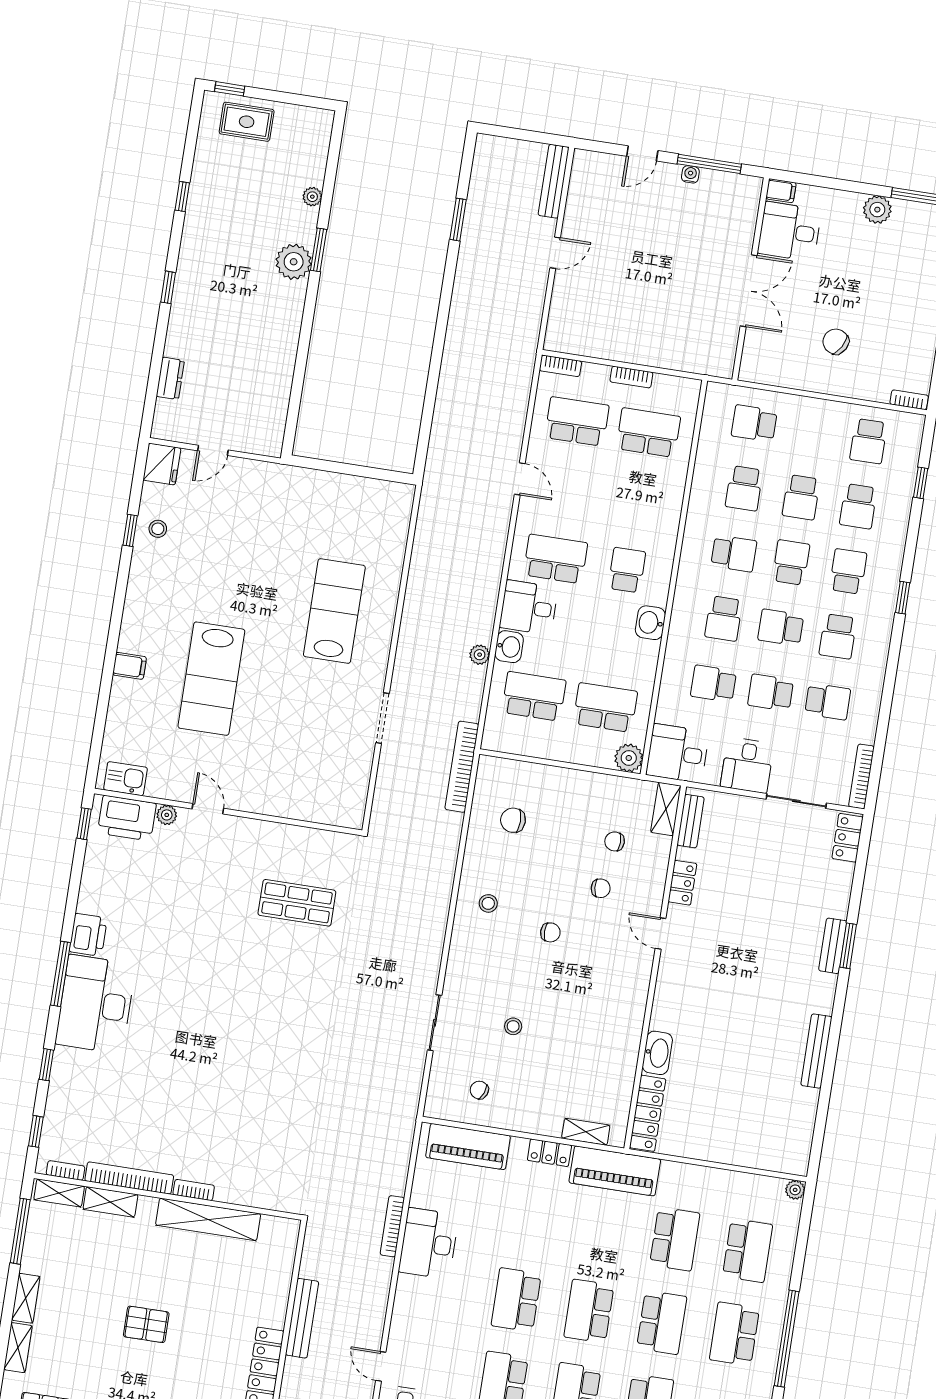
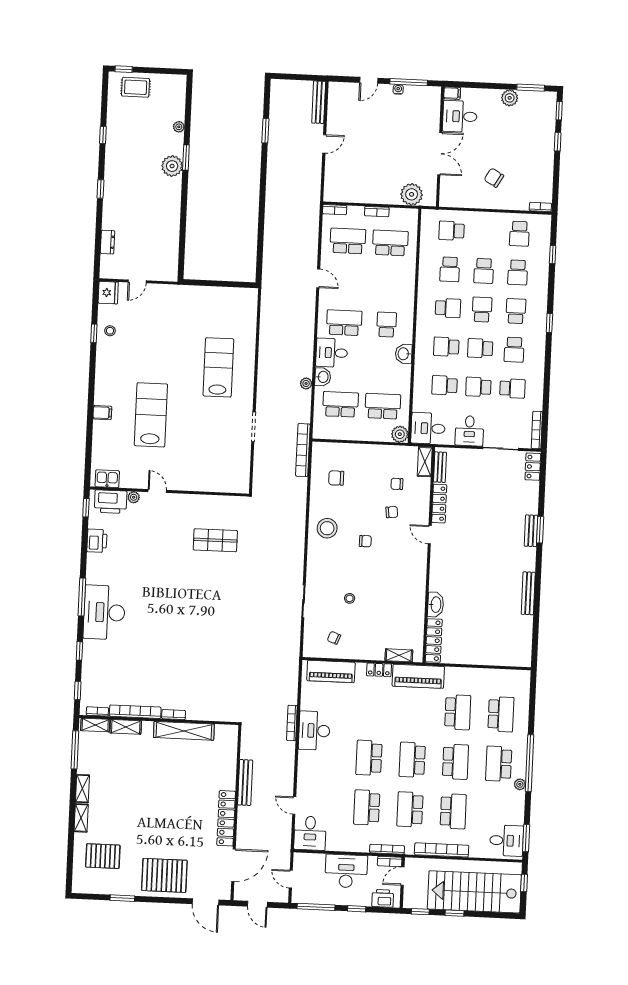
plant: (693, 354) -> (412, 194), added
school desk: (724, 619) -> (446, 347), turned 90
lab bench: (211, 679) -> (151, 415), turned 180
locker: (682, 883) -> (439, 504), width x1.53
stool: (488, 903) -> (327, 528), width x1.89, depth x1.89
printer: (88, 935) -> (97, 541), moved
plant: (795, 1190) -> (520, 784), moved
pallet: (146, 1324) -> (155, 796), removed

